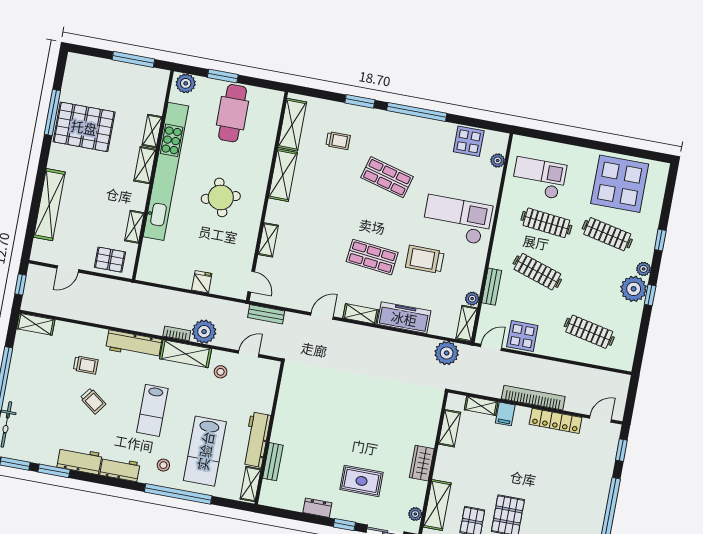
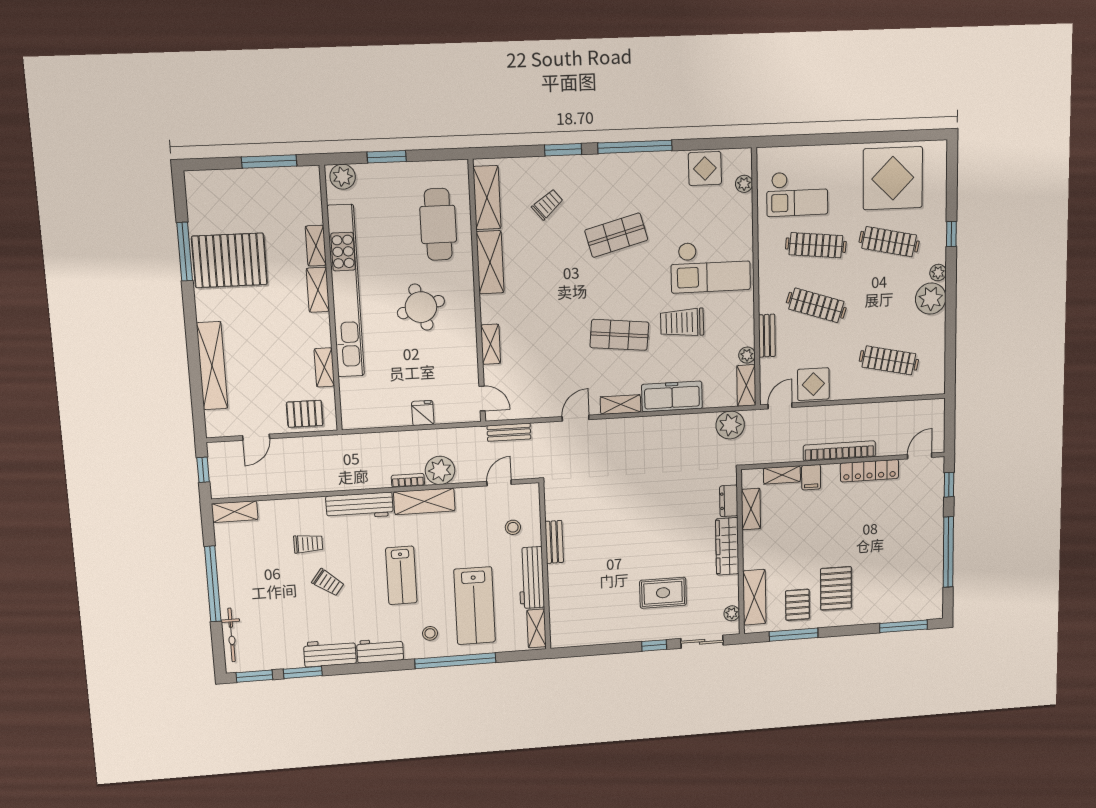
cafe table: (233, 113) -> (438, 224), moved
trolley: (338, 141) -> (547, 204), turned -40
shop shelf: (387, 177) -> (616, 235), turned -30
checkout: (539, 178) -> (797, 194), turned 180
checkout: (457, 220) -> (711, 267), turned 180
window: (650, 295) -> (951, 301), removed
stool: (221, 372) -> (513, 527), moved
bench: (273, 462) -> (554, 542), moved
wardrobe: (422, 463) -> (727, 546), width x1.50
dresser: (317, 508) -> (729, 501), moved, turned -90

